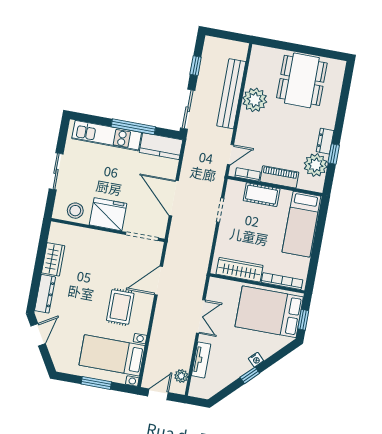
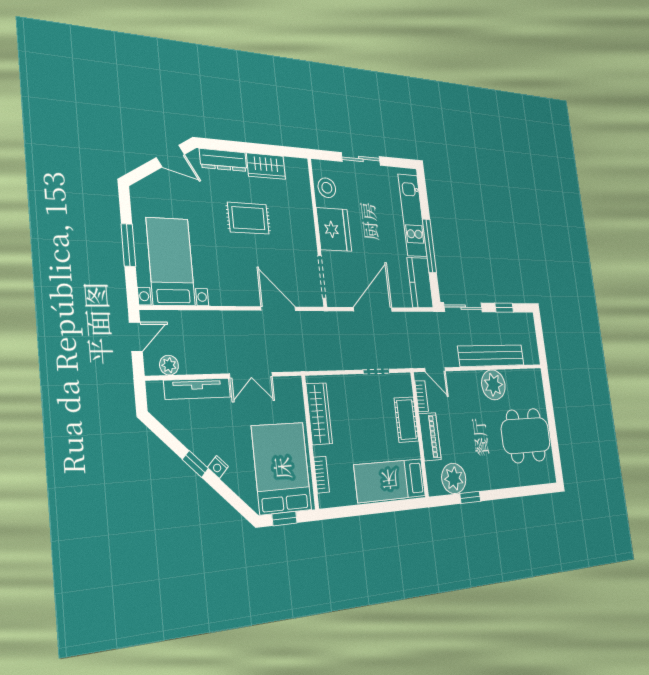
dresser: (325, 141) -> (479, 482), removed
bookcase: (282, 281) -> (322, 475), width x0.64
rug: (120, 307) -> (248, 218), moved
tv unit: (201, 360) -> (197, 389), width x1.41
door: (158, 394) -> (136, 337), hinge flipped

